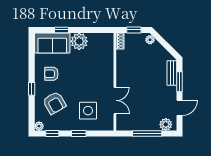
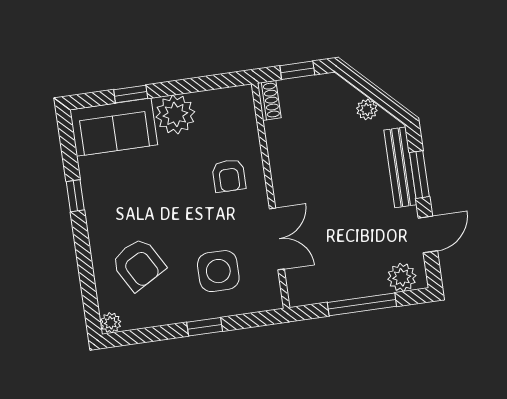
plant: (150, 40) -> (367, 109), moved
bench: (172, 73) -> (400, 167), width x1.36
armchair: (51, 74) -> (229, 176), moved, turned -90
window: (32, 89) -> (75, 196), moved
window: (52, 133) -> (143, 335), removed

